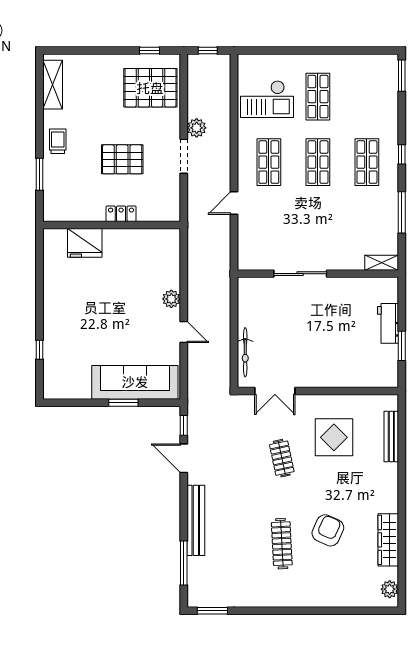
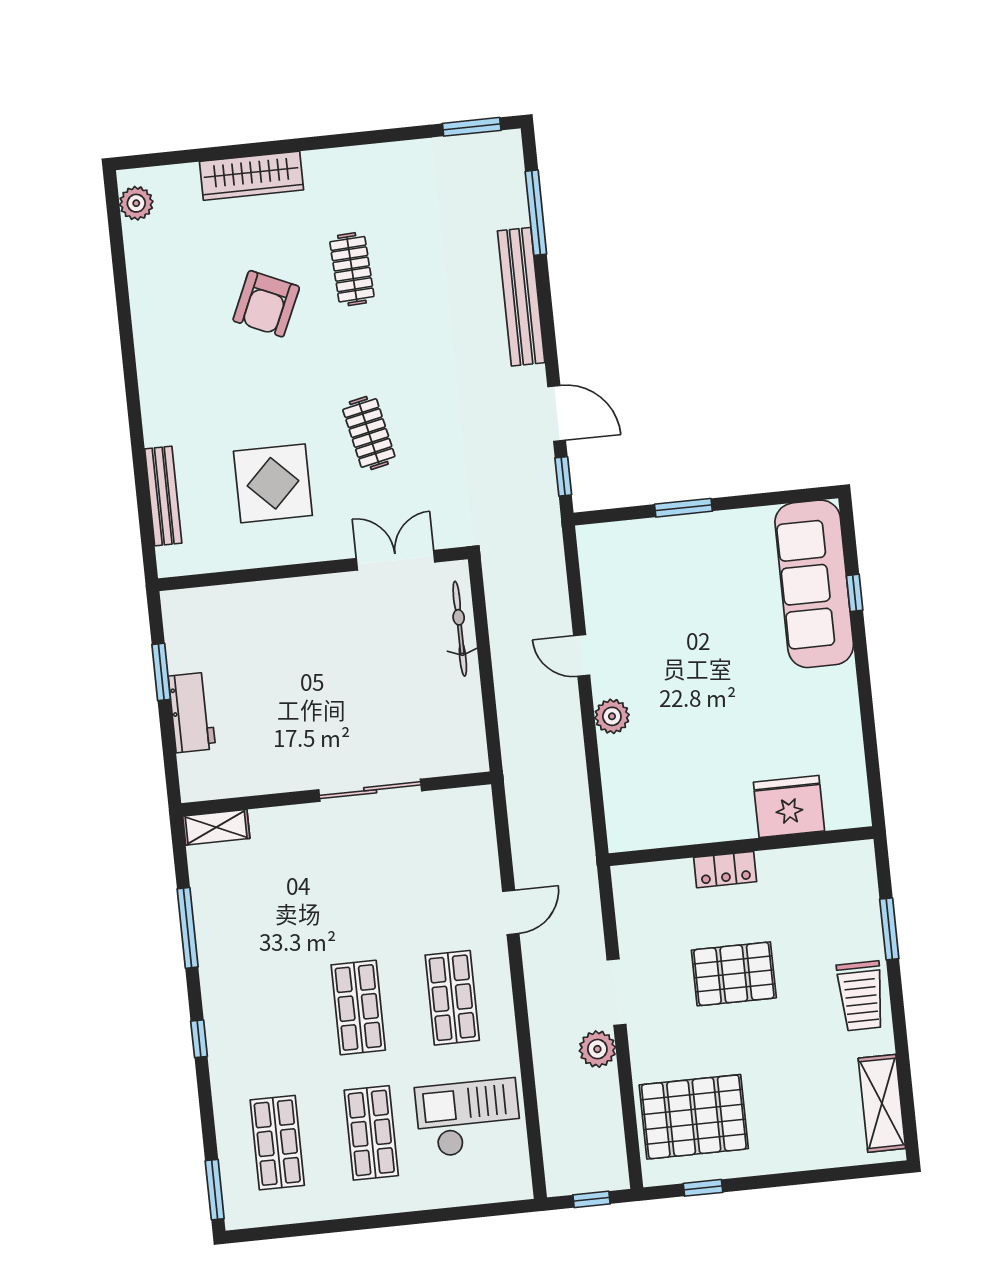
trolley: (58, 141) -> (861, 996), width x1.36, depth x1.39
shop shelf: (367, 162) -> (277, 1143), moved
sofa: (135, 382) -> (814, 584), moved, turned 90
wardrobe: (388, 540) -> (251, 176), moved, turned 90
clothes rail: (282, 544) -> (352, 269), width x0.73

